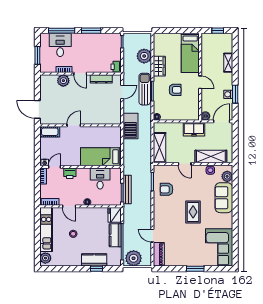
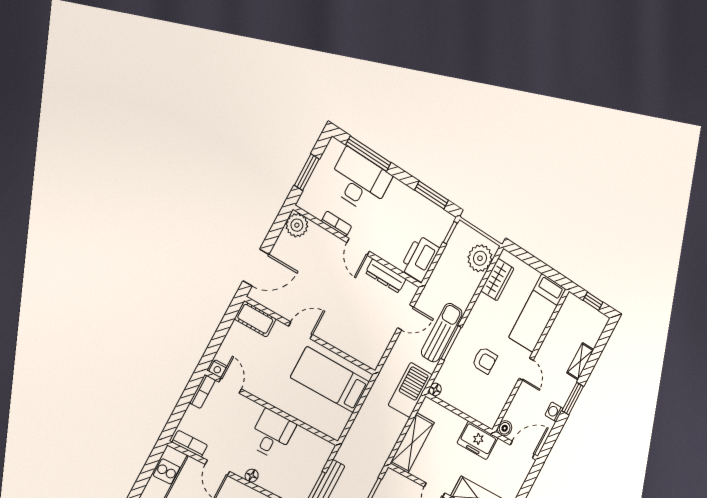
window: (91, 31) -> (432, 195), moved
desk: (60, 45) -> (359, 181), width x1.37
plant: (144, 56) -> (480, 258), moved
wardrobe: (159, 66) -> (497, 280), moved
printer: (116, 67) -> (420, 259), width x1.87, depth x1.48
plant: (63, 81) -> (297, 225), moved
window: (235, 94) -> (573, 399), moved
door: (37, 109) -> (256, 268), swing flipped
barbecue: (131, 126) -> (410, 390), moved, turned 180
bed: (101, 157) -> (330, 380), moved
door: (54, 167) -> (230, 385), hinge flipped
printer: (70, 173) -> (250, 411), removed
desk: (100, 179) -> (272, 434), moved

